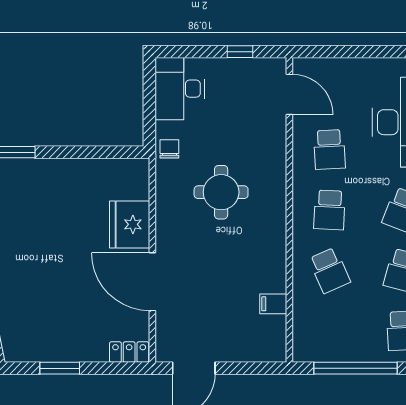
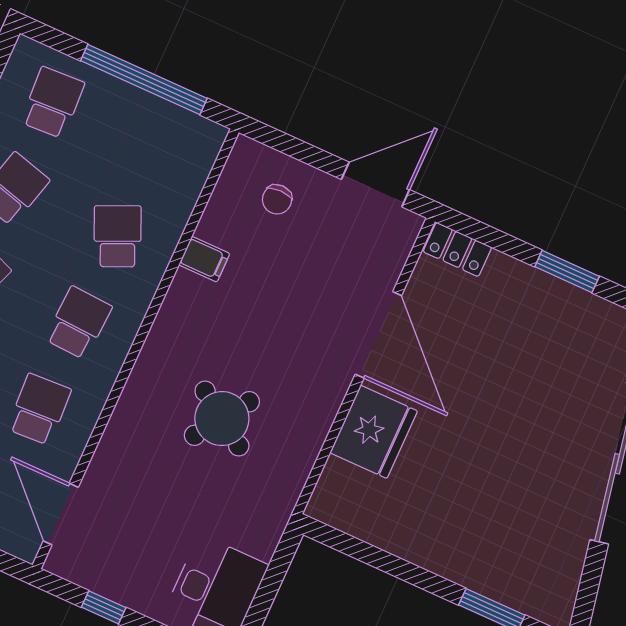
chair: (169, 149) -> (277, 199), moved
round table: (221, 192) -> (222, 419), turned 34
filing cabinet: (273, 304) -> (204, 259), moved

